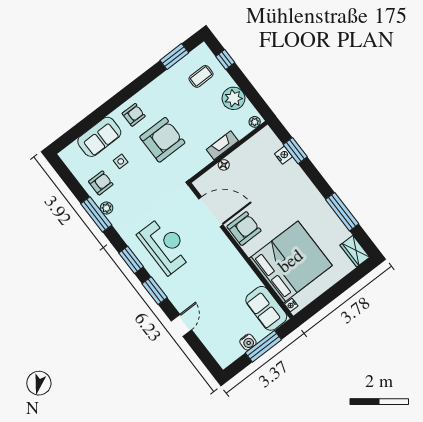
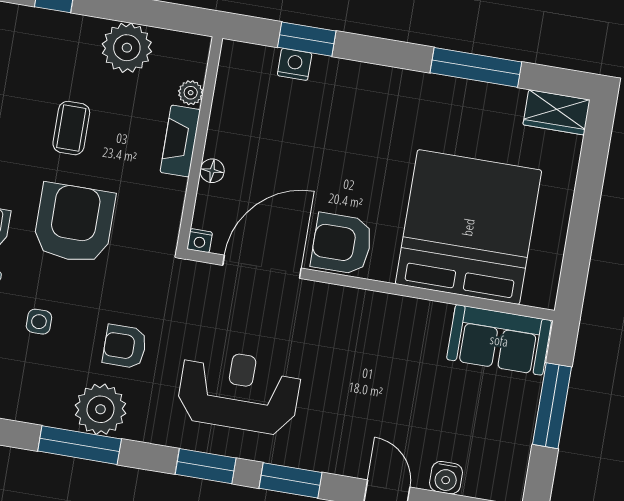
coffee table: (201, 76) -> (71, 128), moved
plant: (255, 122) -> (191, 93), moved
armchair: (101, 183) -> (125, 346), moved, turned -90
plant: (106, 208) -> (101, 409), width x1.88, depth x1.88
armchair: (244, 229) -> (342, 244), turned -90
nightstand: (291, 305) -> (200, 241), moved
water cooler: (248, 342) -> (446, 478), moved, turned 90

